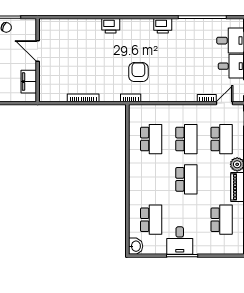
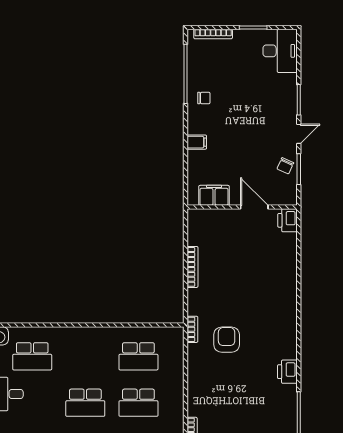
printer: (111, 26) -> (288, 220), moved
door: (38, 51) -> (254, 207), hinge flipped
armchair: (138, 72) -> (227, 340), turned -90

